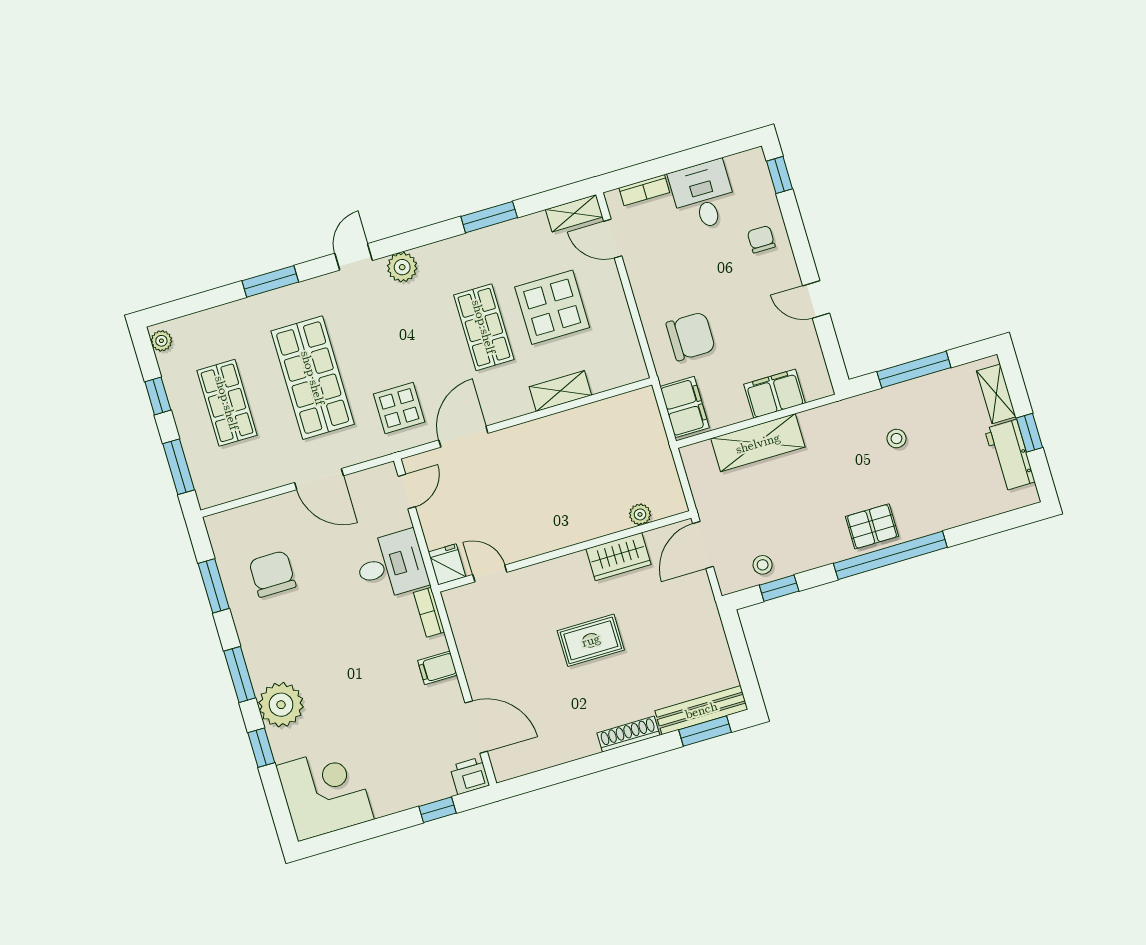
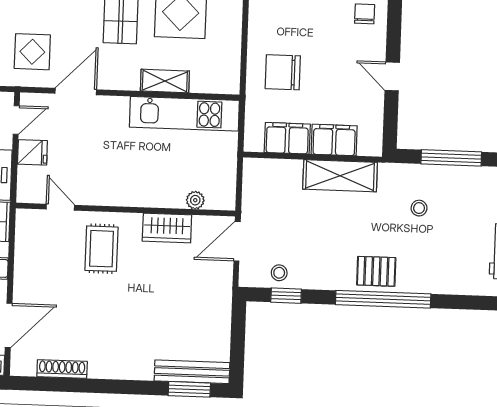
chair: (691, 336) -> (283, 72), turned 180
filing cabinet: (685, 407) -> (287, 138), moved, turned -90
kitchen unit: (595, 421) -> (184, 114), added
shelving: (758, 443) -> (340, 176), moved
fridge: (447, 564) -> (32, 152), moved, turned 90
rug: (591, 640) -> (101, 249), moved, turned 90
door: (476, 727) -> (9, 325), hinge flipped
shoe rack: (628, 734) -> (62, 369), moved

